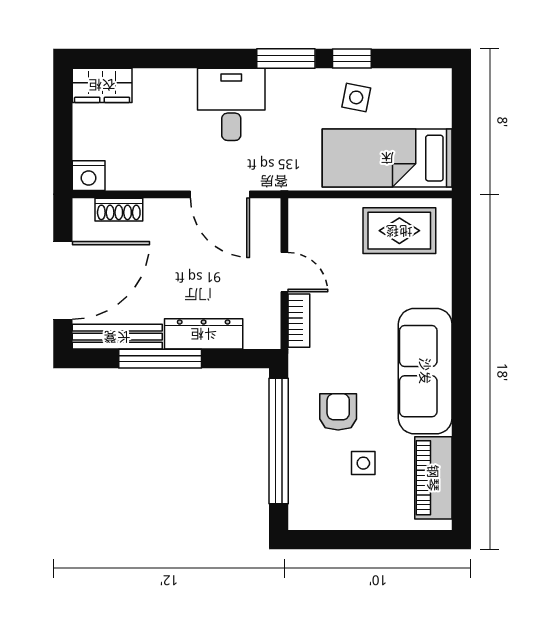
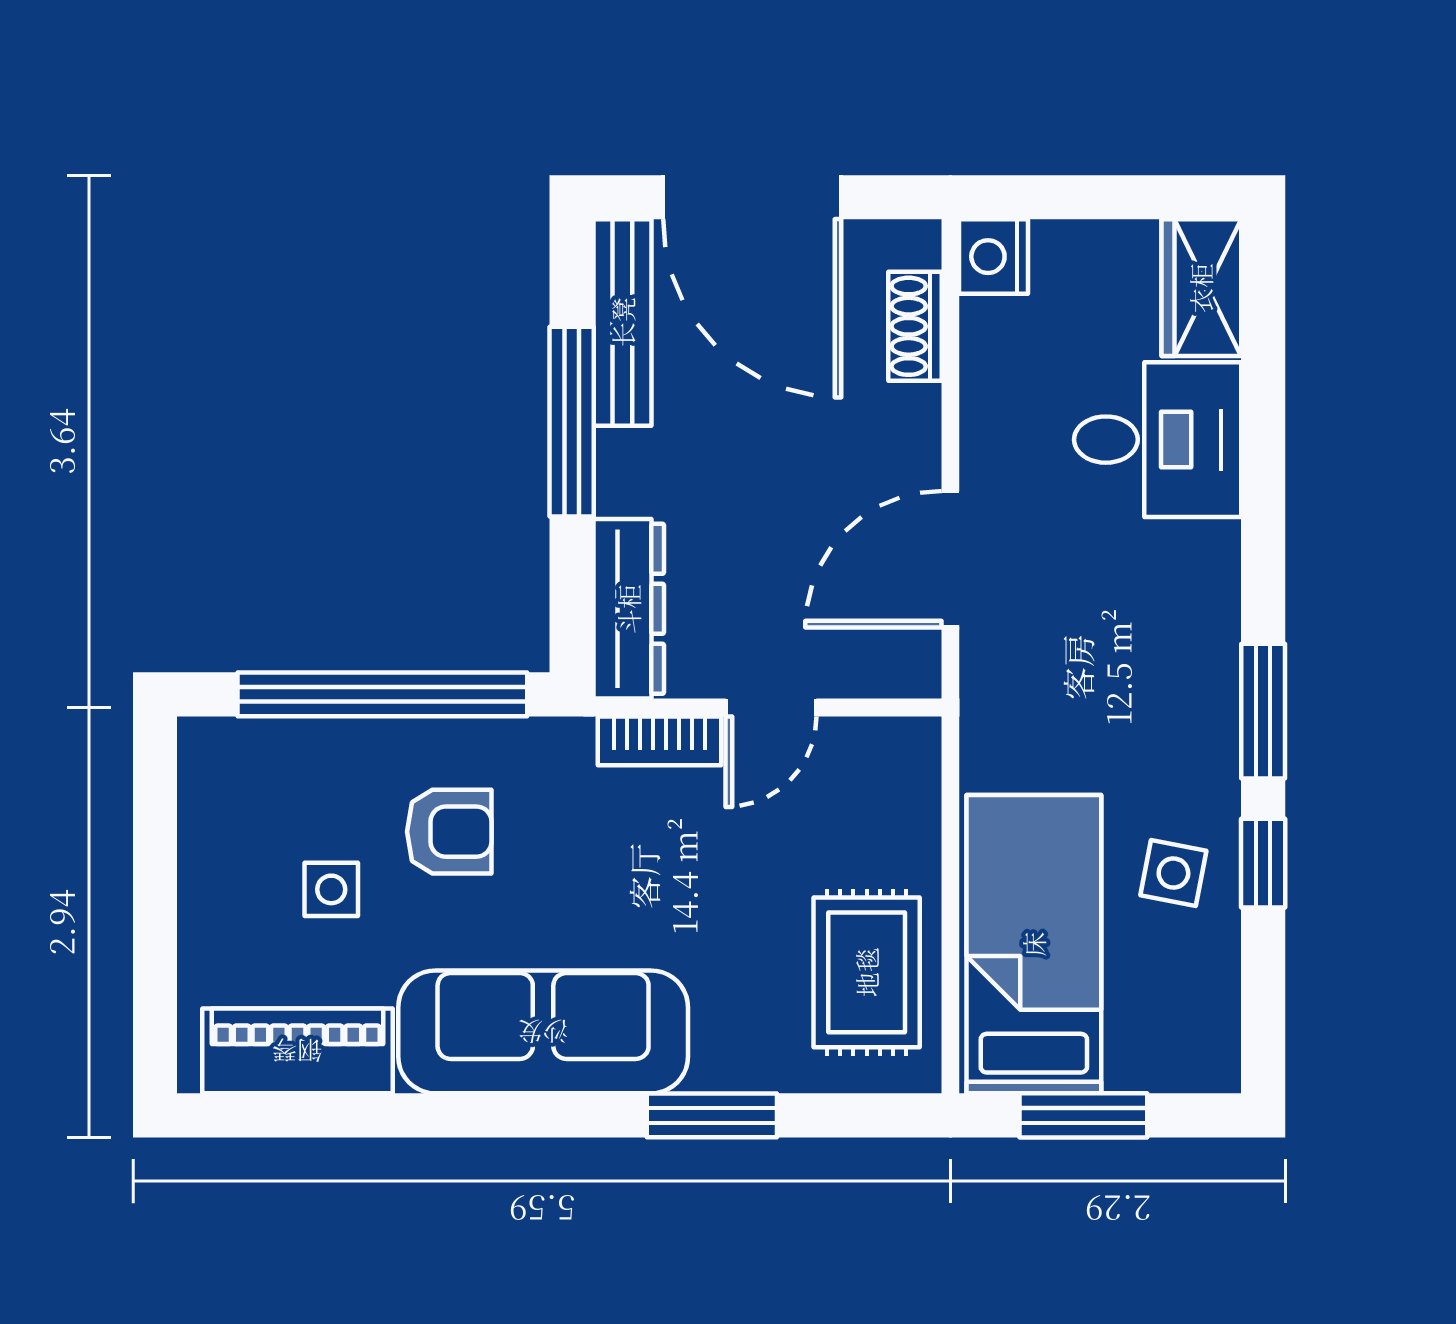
desk: (231, 104) -> (1158, 440), moved
window: (461, 137) -> (1083, 1115), added
window: (461, 298) -> (712, 1115), added
dresser: (204, 334) -> (629, 609), moved

